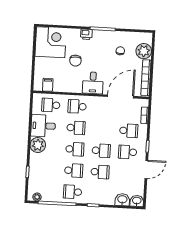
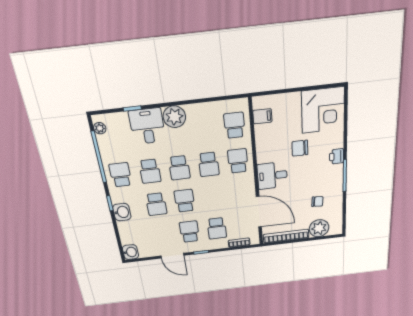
desk: (43, 126) -> (147, 126), moved
school desk: (101, 151) -> (185, 201), turned 180
washbasin: (122, 200) -> (122, 212), moved

